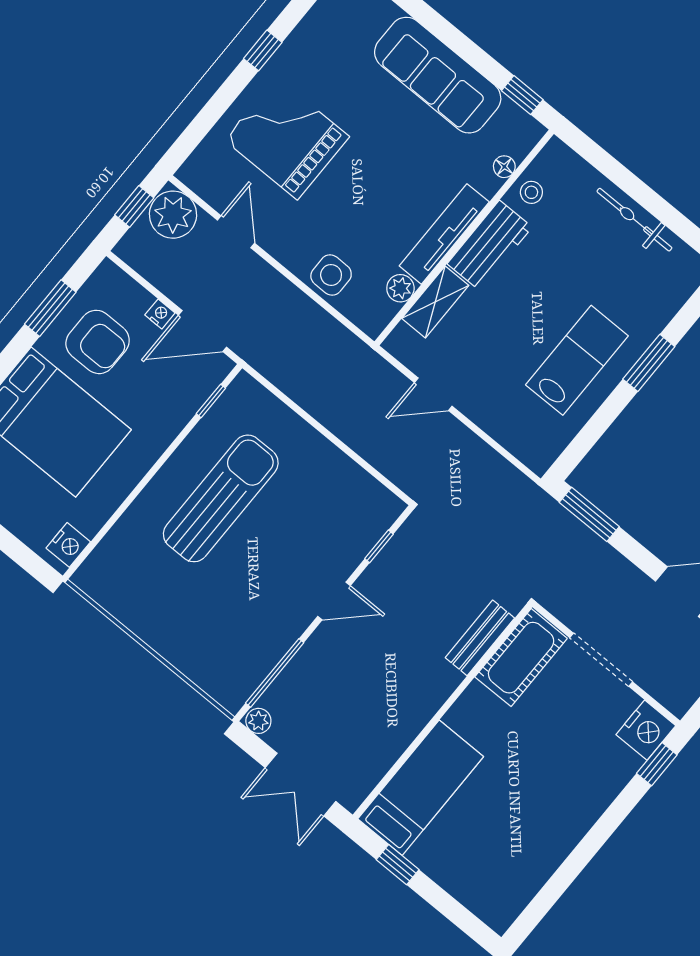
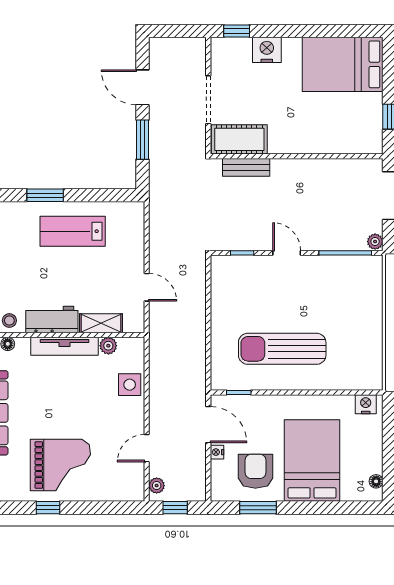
grand piano: (287, 138) -> (60, 465), moved, turned -90
plant: (173, 215) -> (157, 486), width x0.53, depth x0.53
window: (589, 514) -> (143, 140), moved
nightstand: (646, 730) -> (267, 50), moved
bed: (421, 788) -> (343, 64), moved, width x1.50

